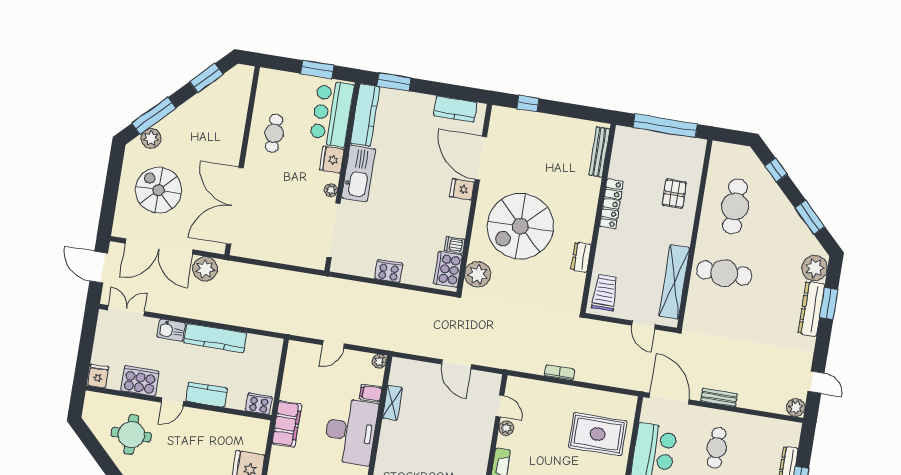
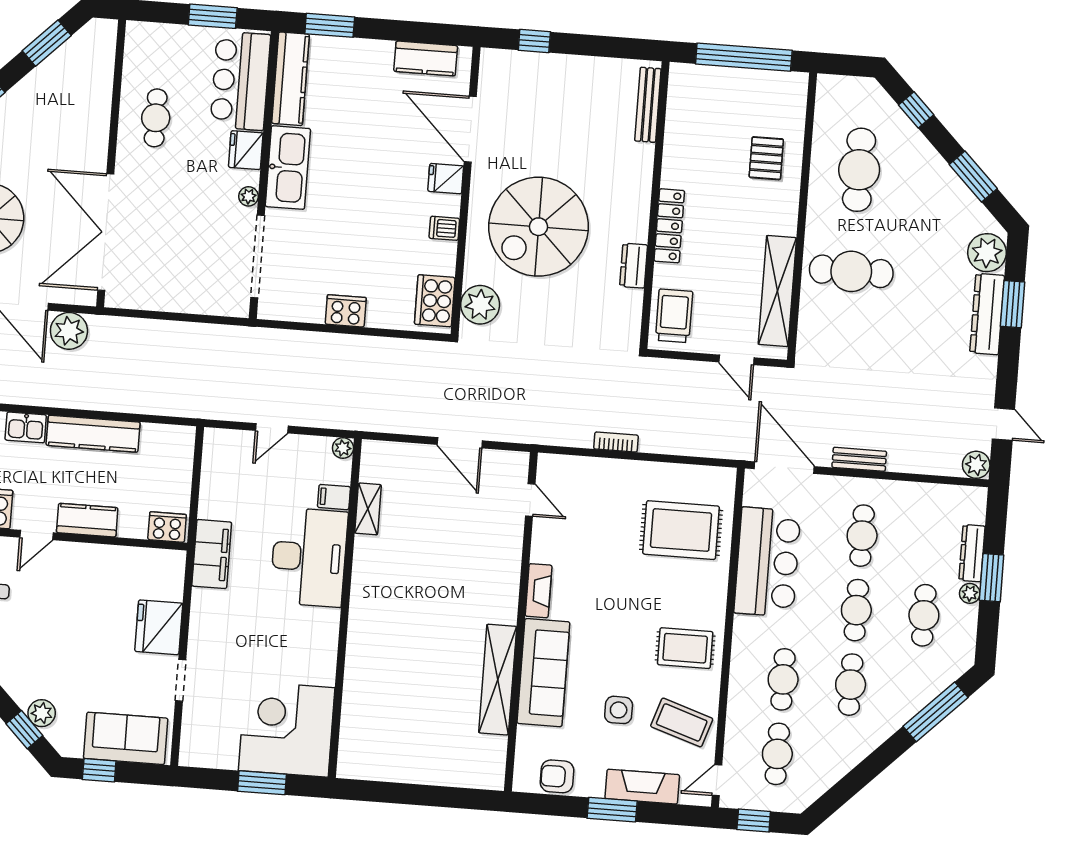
locker: (611, 204) -> (669, 226), moved
dishwasher: (455, 245) -> (444, 228), moved
plant: (506, 428) -> (543, 533), removed

